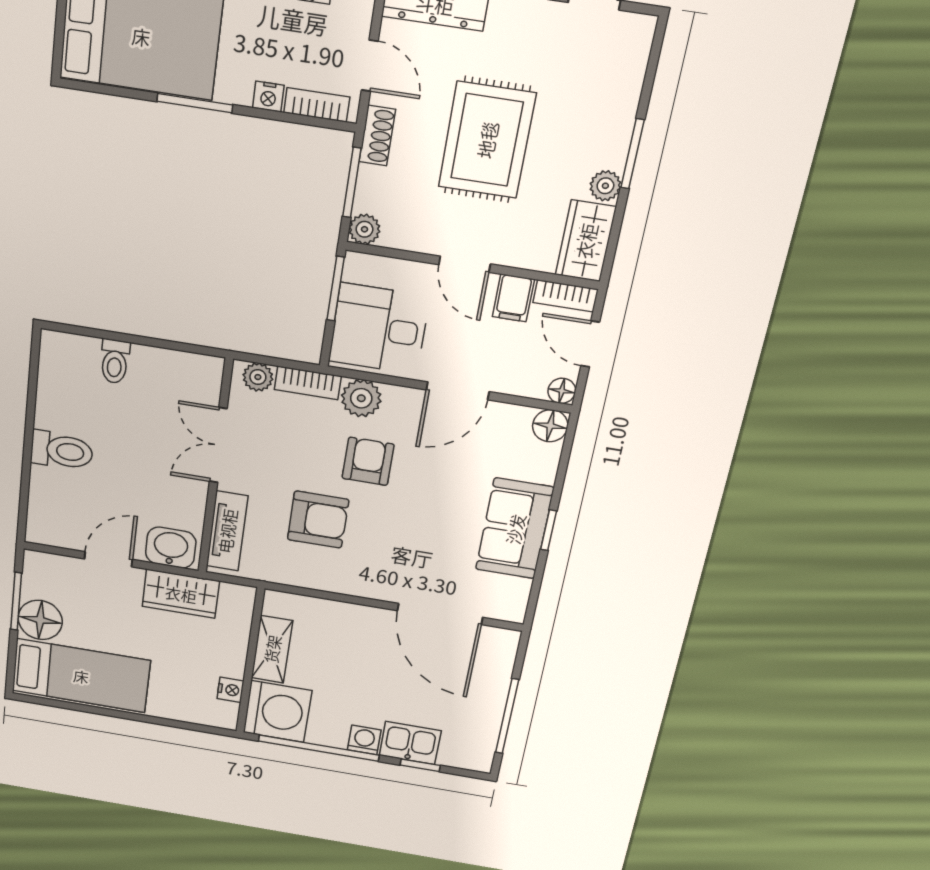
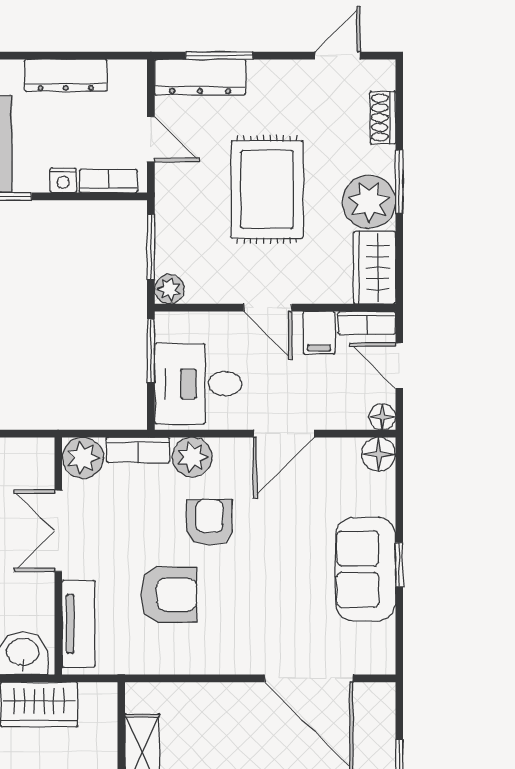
shoe rack: (377, 136) -> (383, 118), moved, turned 180
plant: (605, 186) -> (369, 202), width x1.88, depth x1.88
plant: (258, 377) -> (83, 458), width x1.38, depth x1.38

